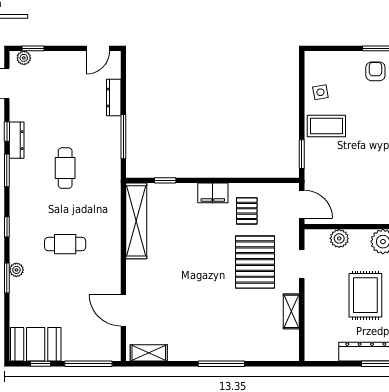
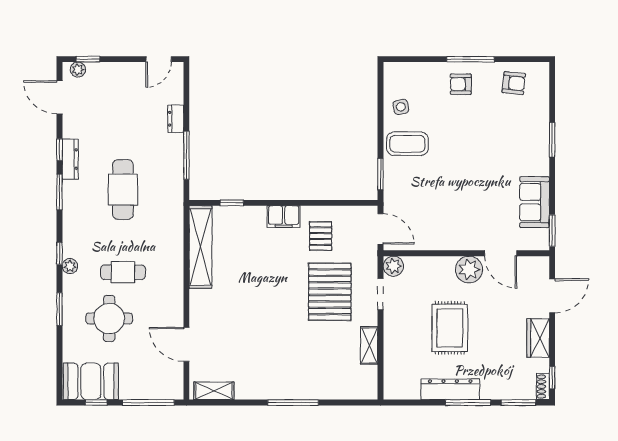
armchair: (375, 71) -> (461, 84), turned -90
dresser: (114, 98) -> (176, 119), width x0.70
cafe table: (65, 168) -> (123, 189), width x1.37, depth x1.35
plant: (339, 238) -> (393, 266), moved
plant: (16, 270) -> (70, 266), moved
round table: (53, 287) -> (109, 319), added

